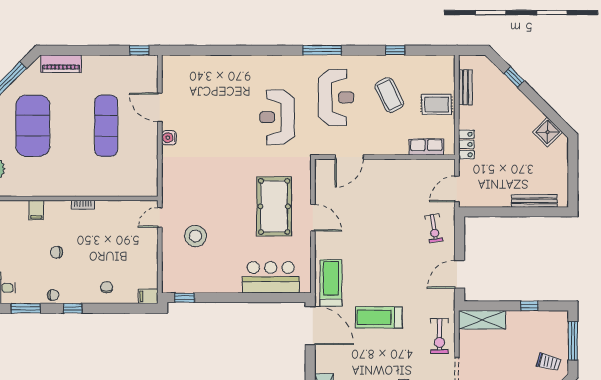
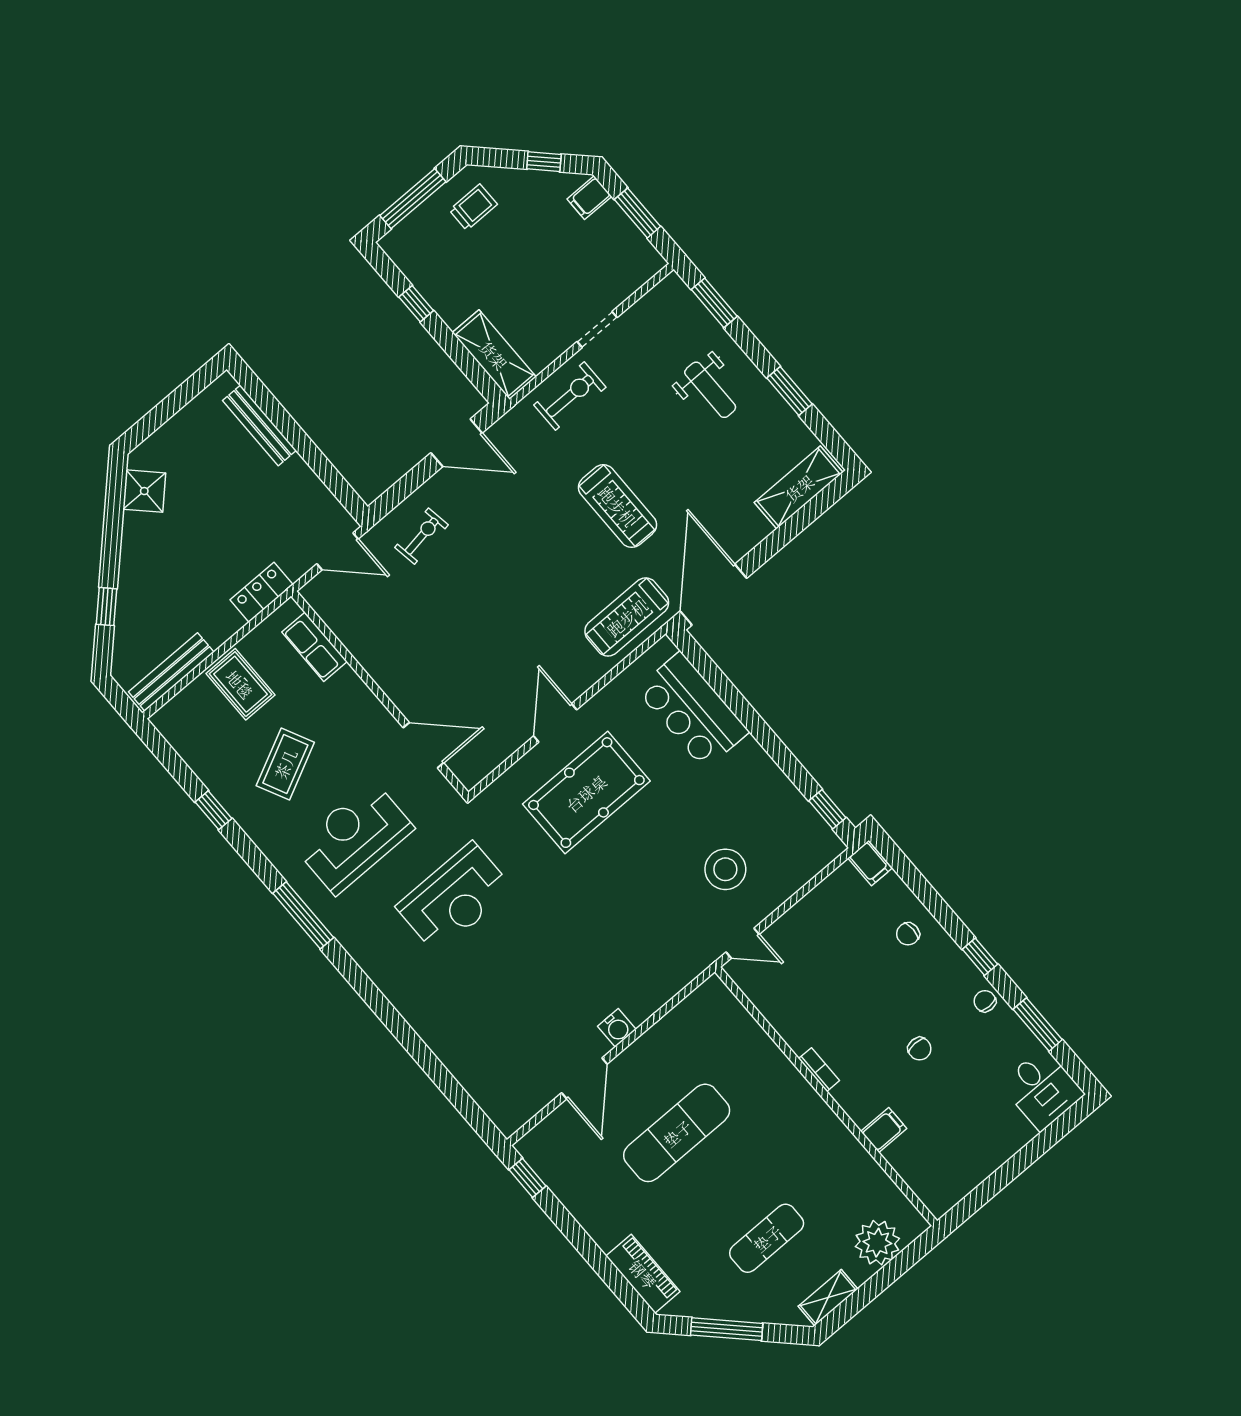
bench: (465, 87) -> (171, 672), width x1.36
exercise mat: (33, 126) -> (767, 1238), width x0.50, depth x0.69
trolley: (549, 362) -> (473, 207), turned 76

